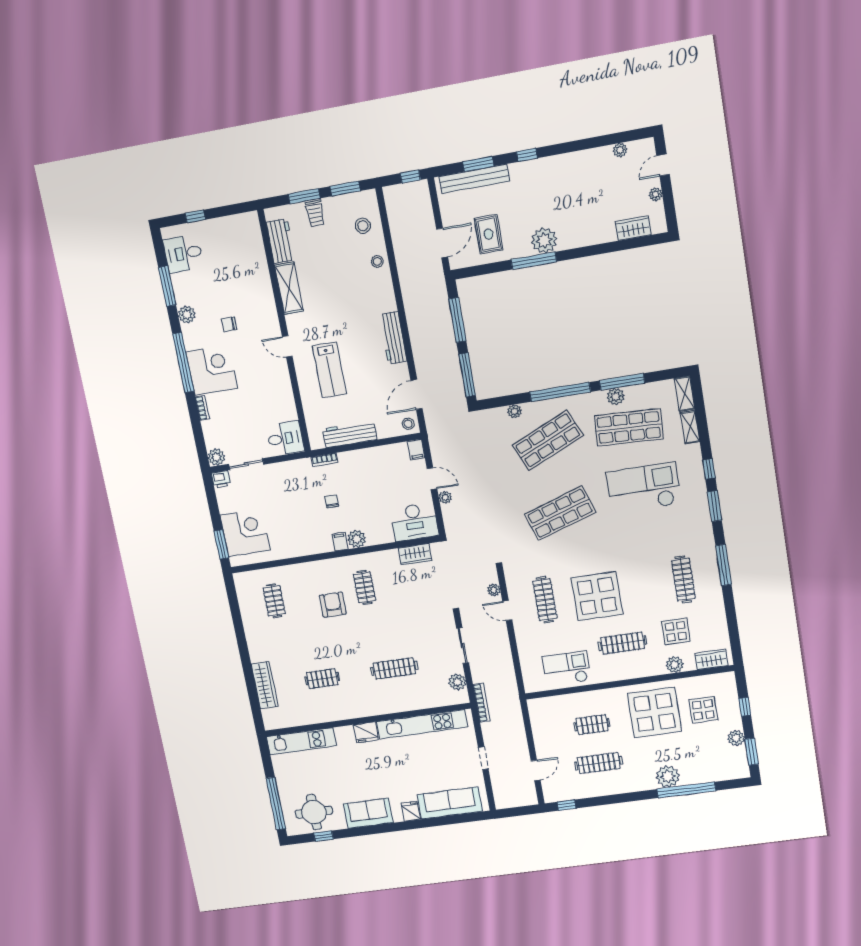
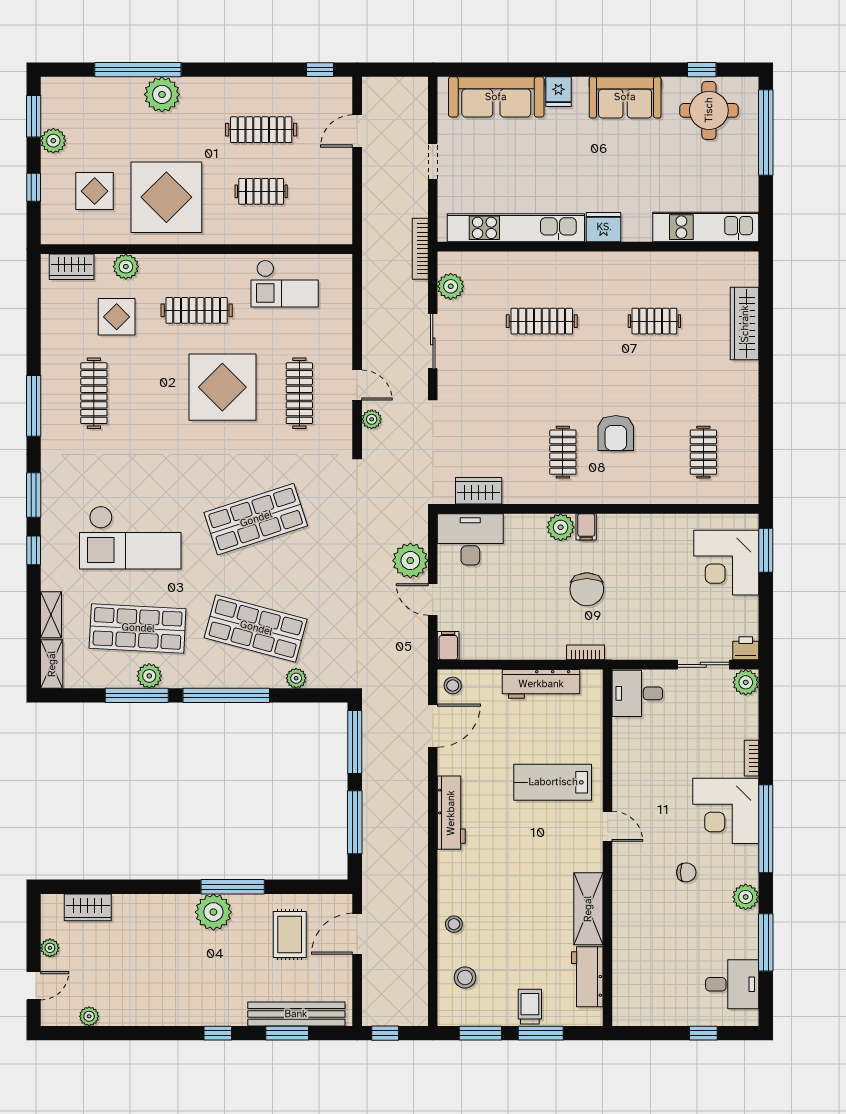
lab bench: (329, 370) -> (553, 782), turned -90
shop shelf: (548, 440) -> (256, 628), turned 39
plant: (445, 497) -> (410, 561), width x1.87, depth x1.87
chair: (332, 501) -> (587, 589), width x1.87, depth x1.87

